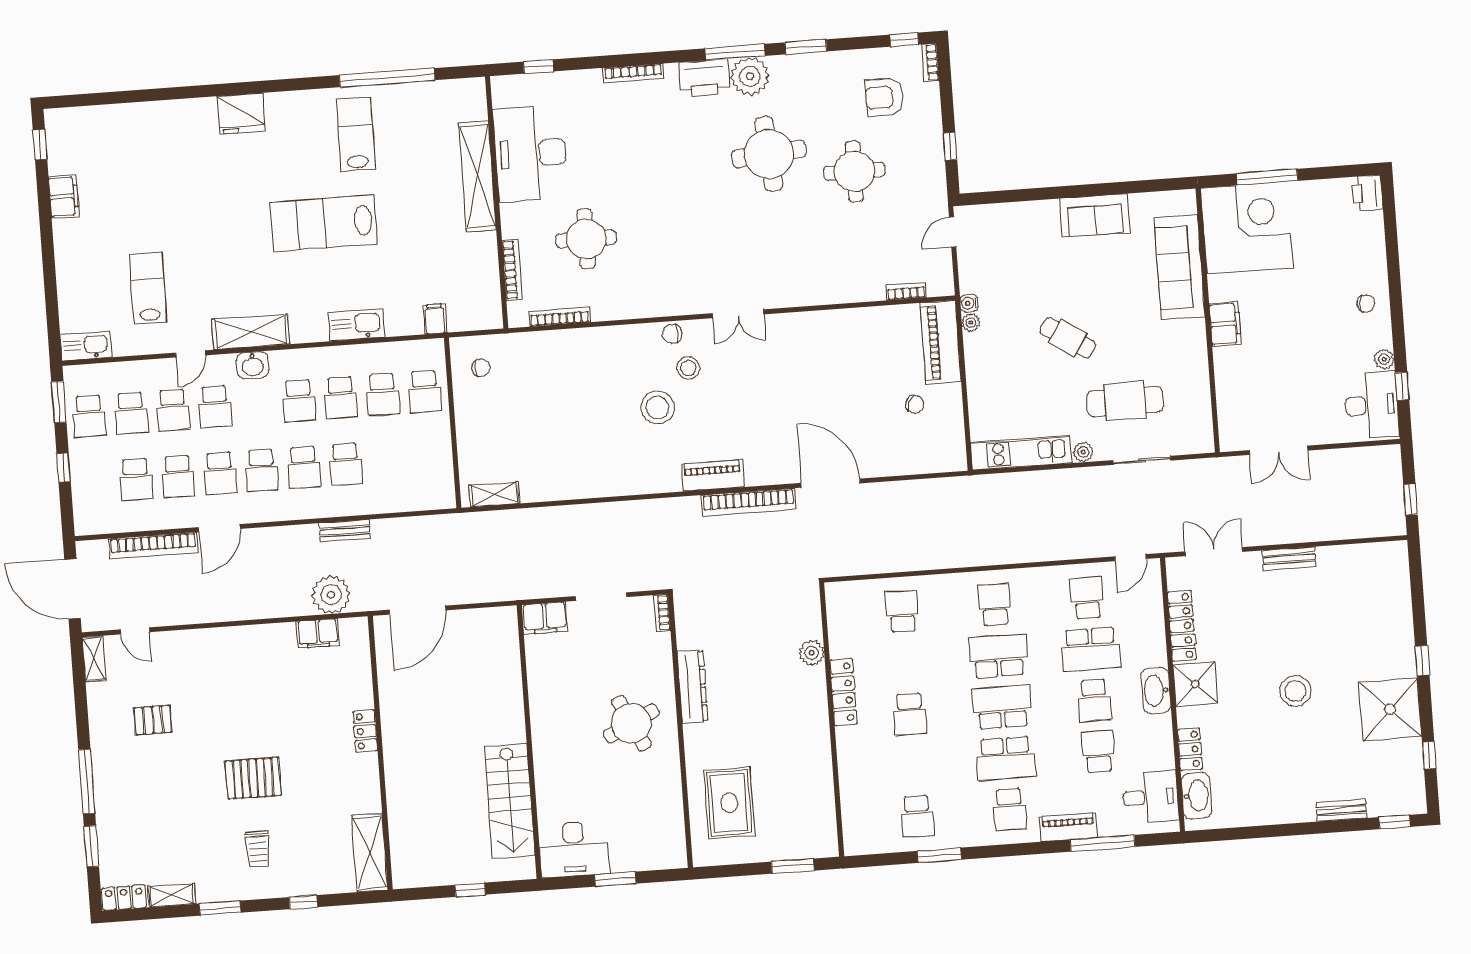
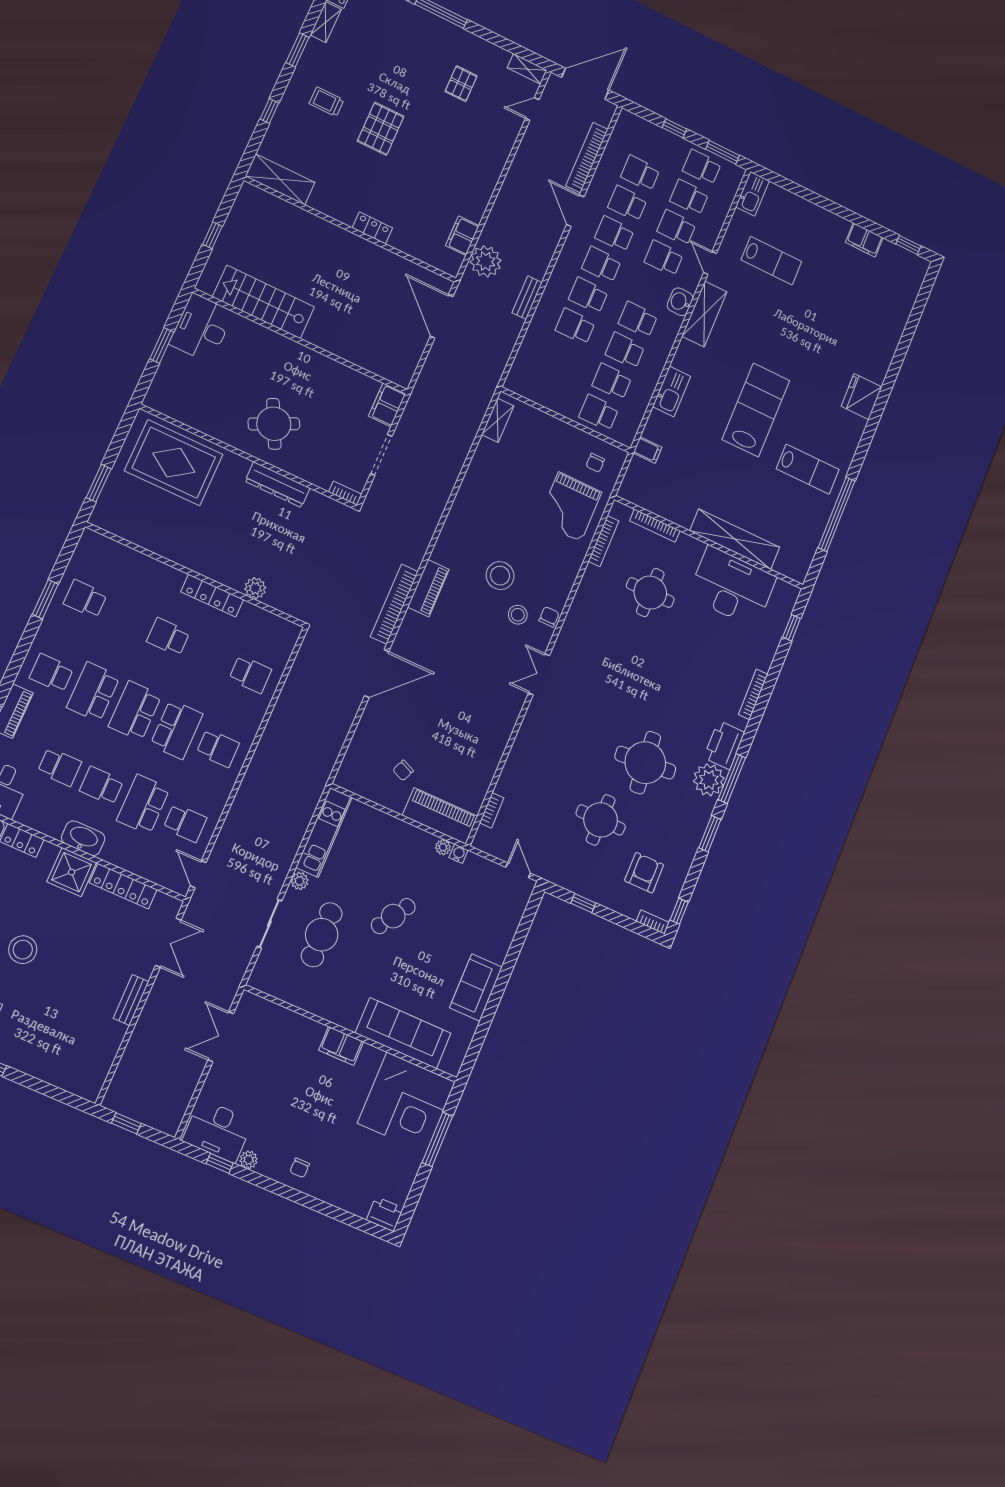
grand piano: (543, 371) -> (570, 507), added
school desk: (1002, 707) -> (135, 711), turned 180
rug: (729, 803) -> (174, 463), width x1.37, depth x1.44

